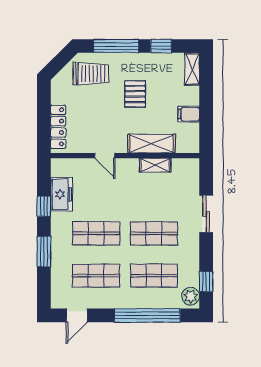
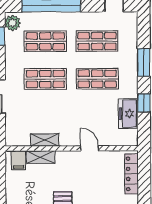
filing cabinet: (189, 114) -> (18, 160), moved, turned 90
shelving: (152, 144) -> (41, 157), width x0.67, depth x0.75

